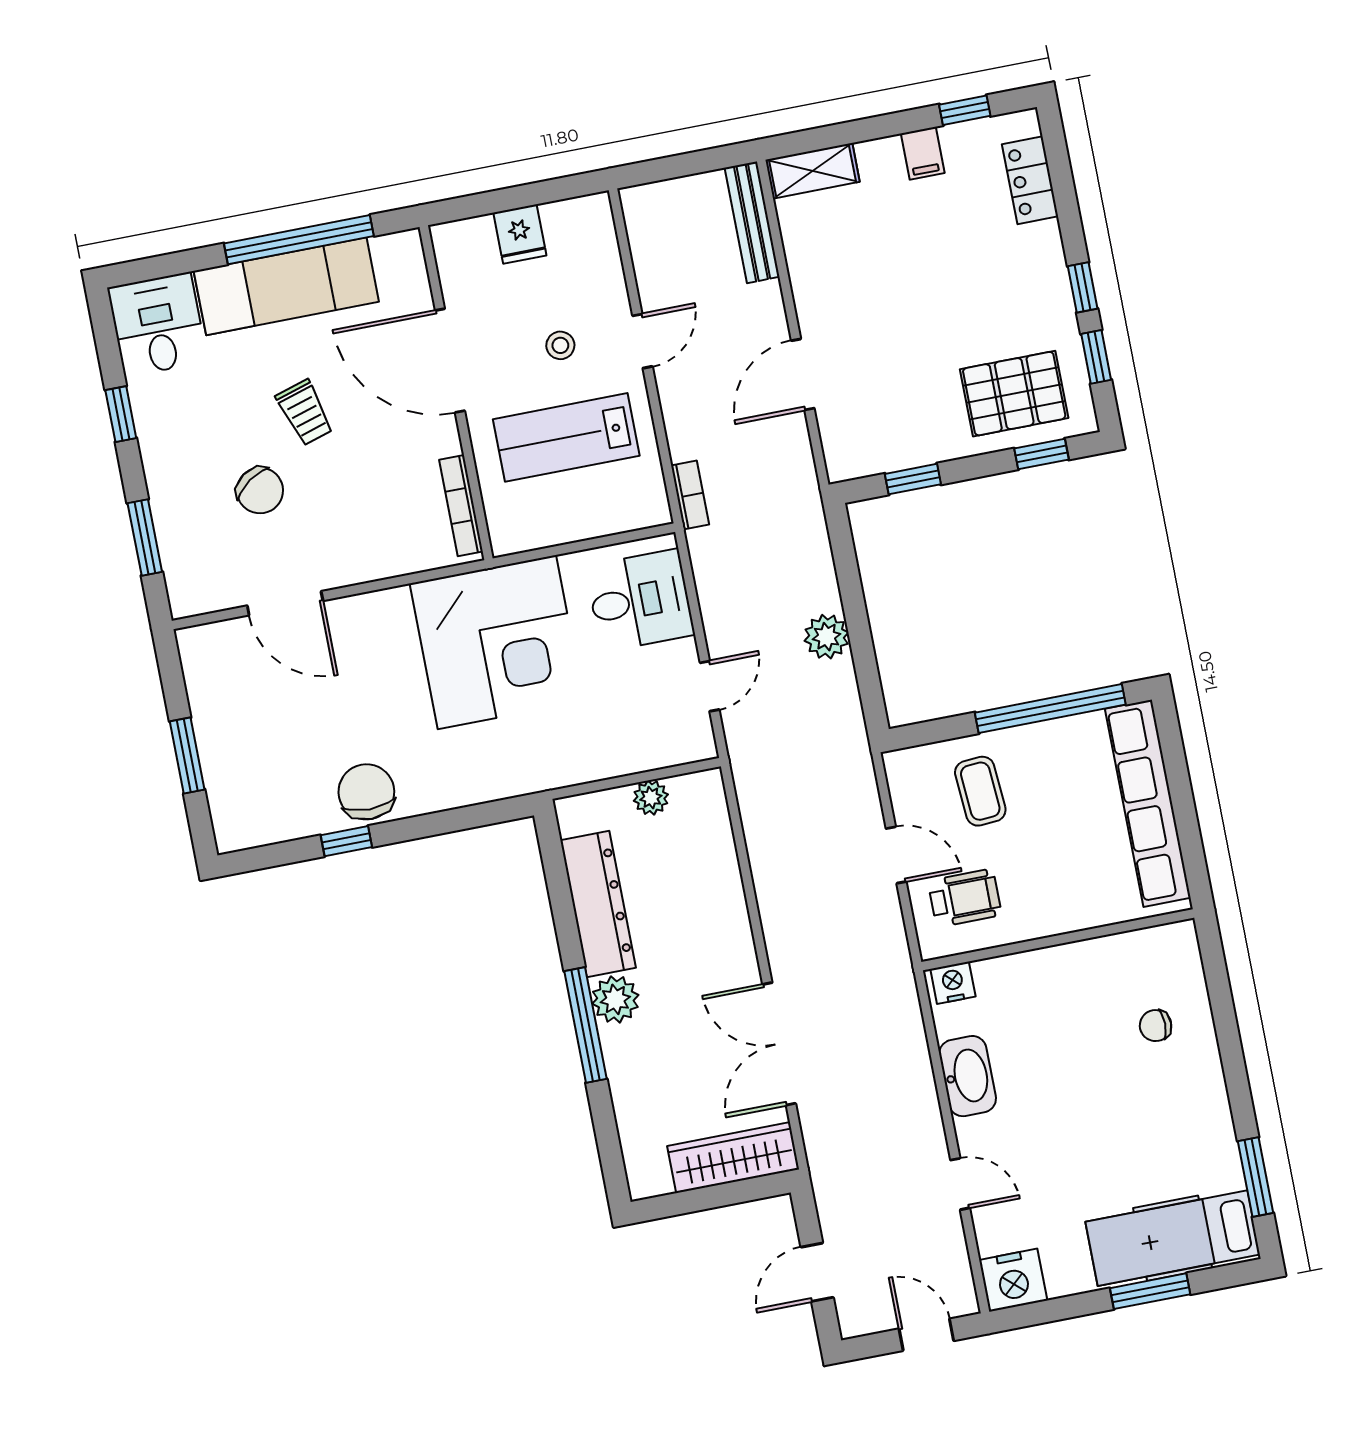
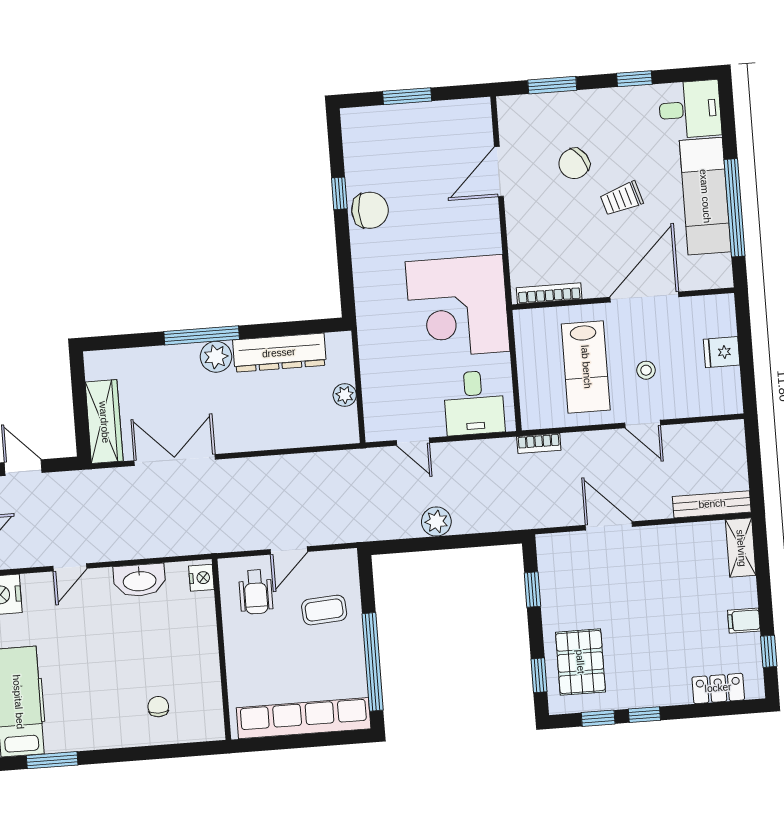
lab bench: (566, 437) -> (586, 367), turned 180

